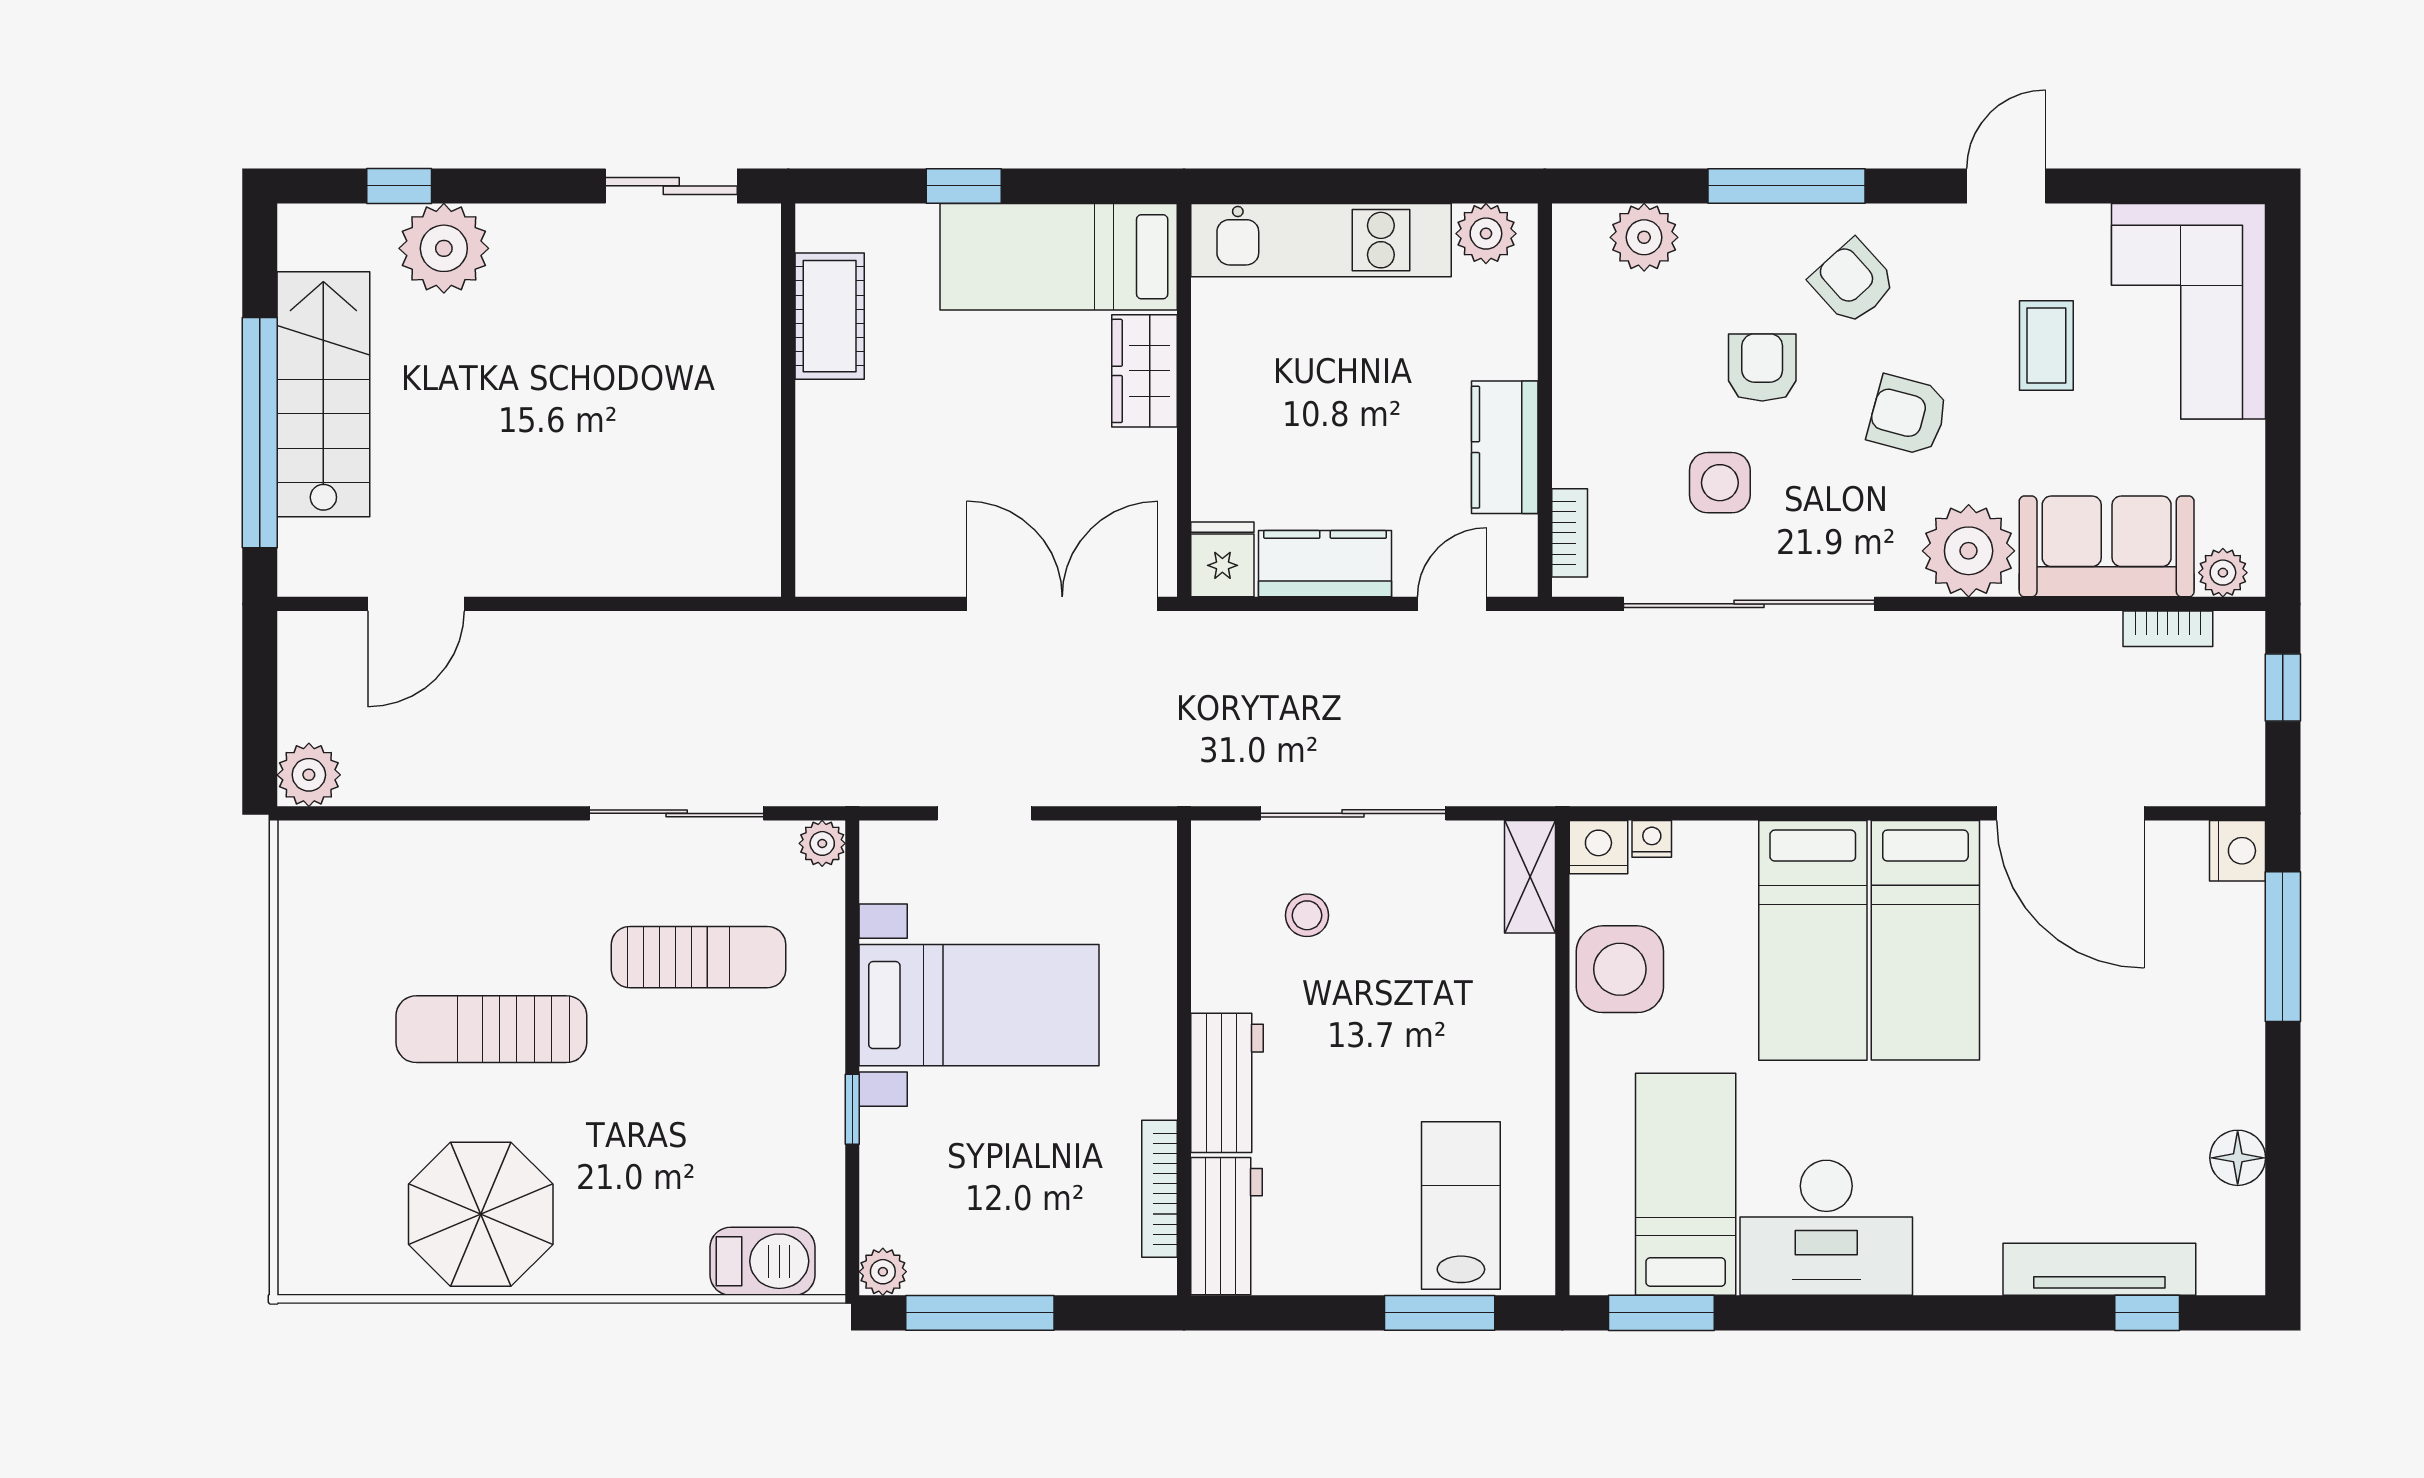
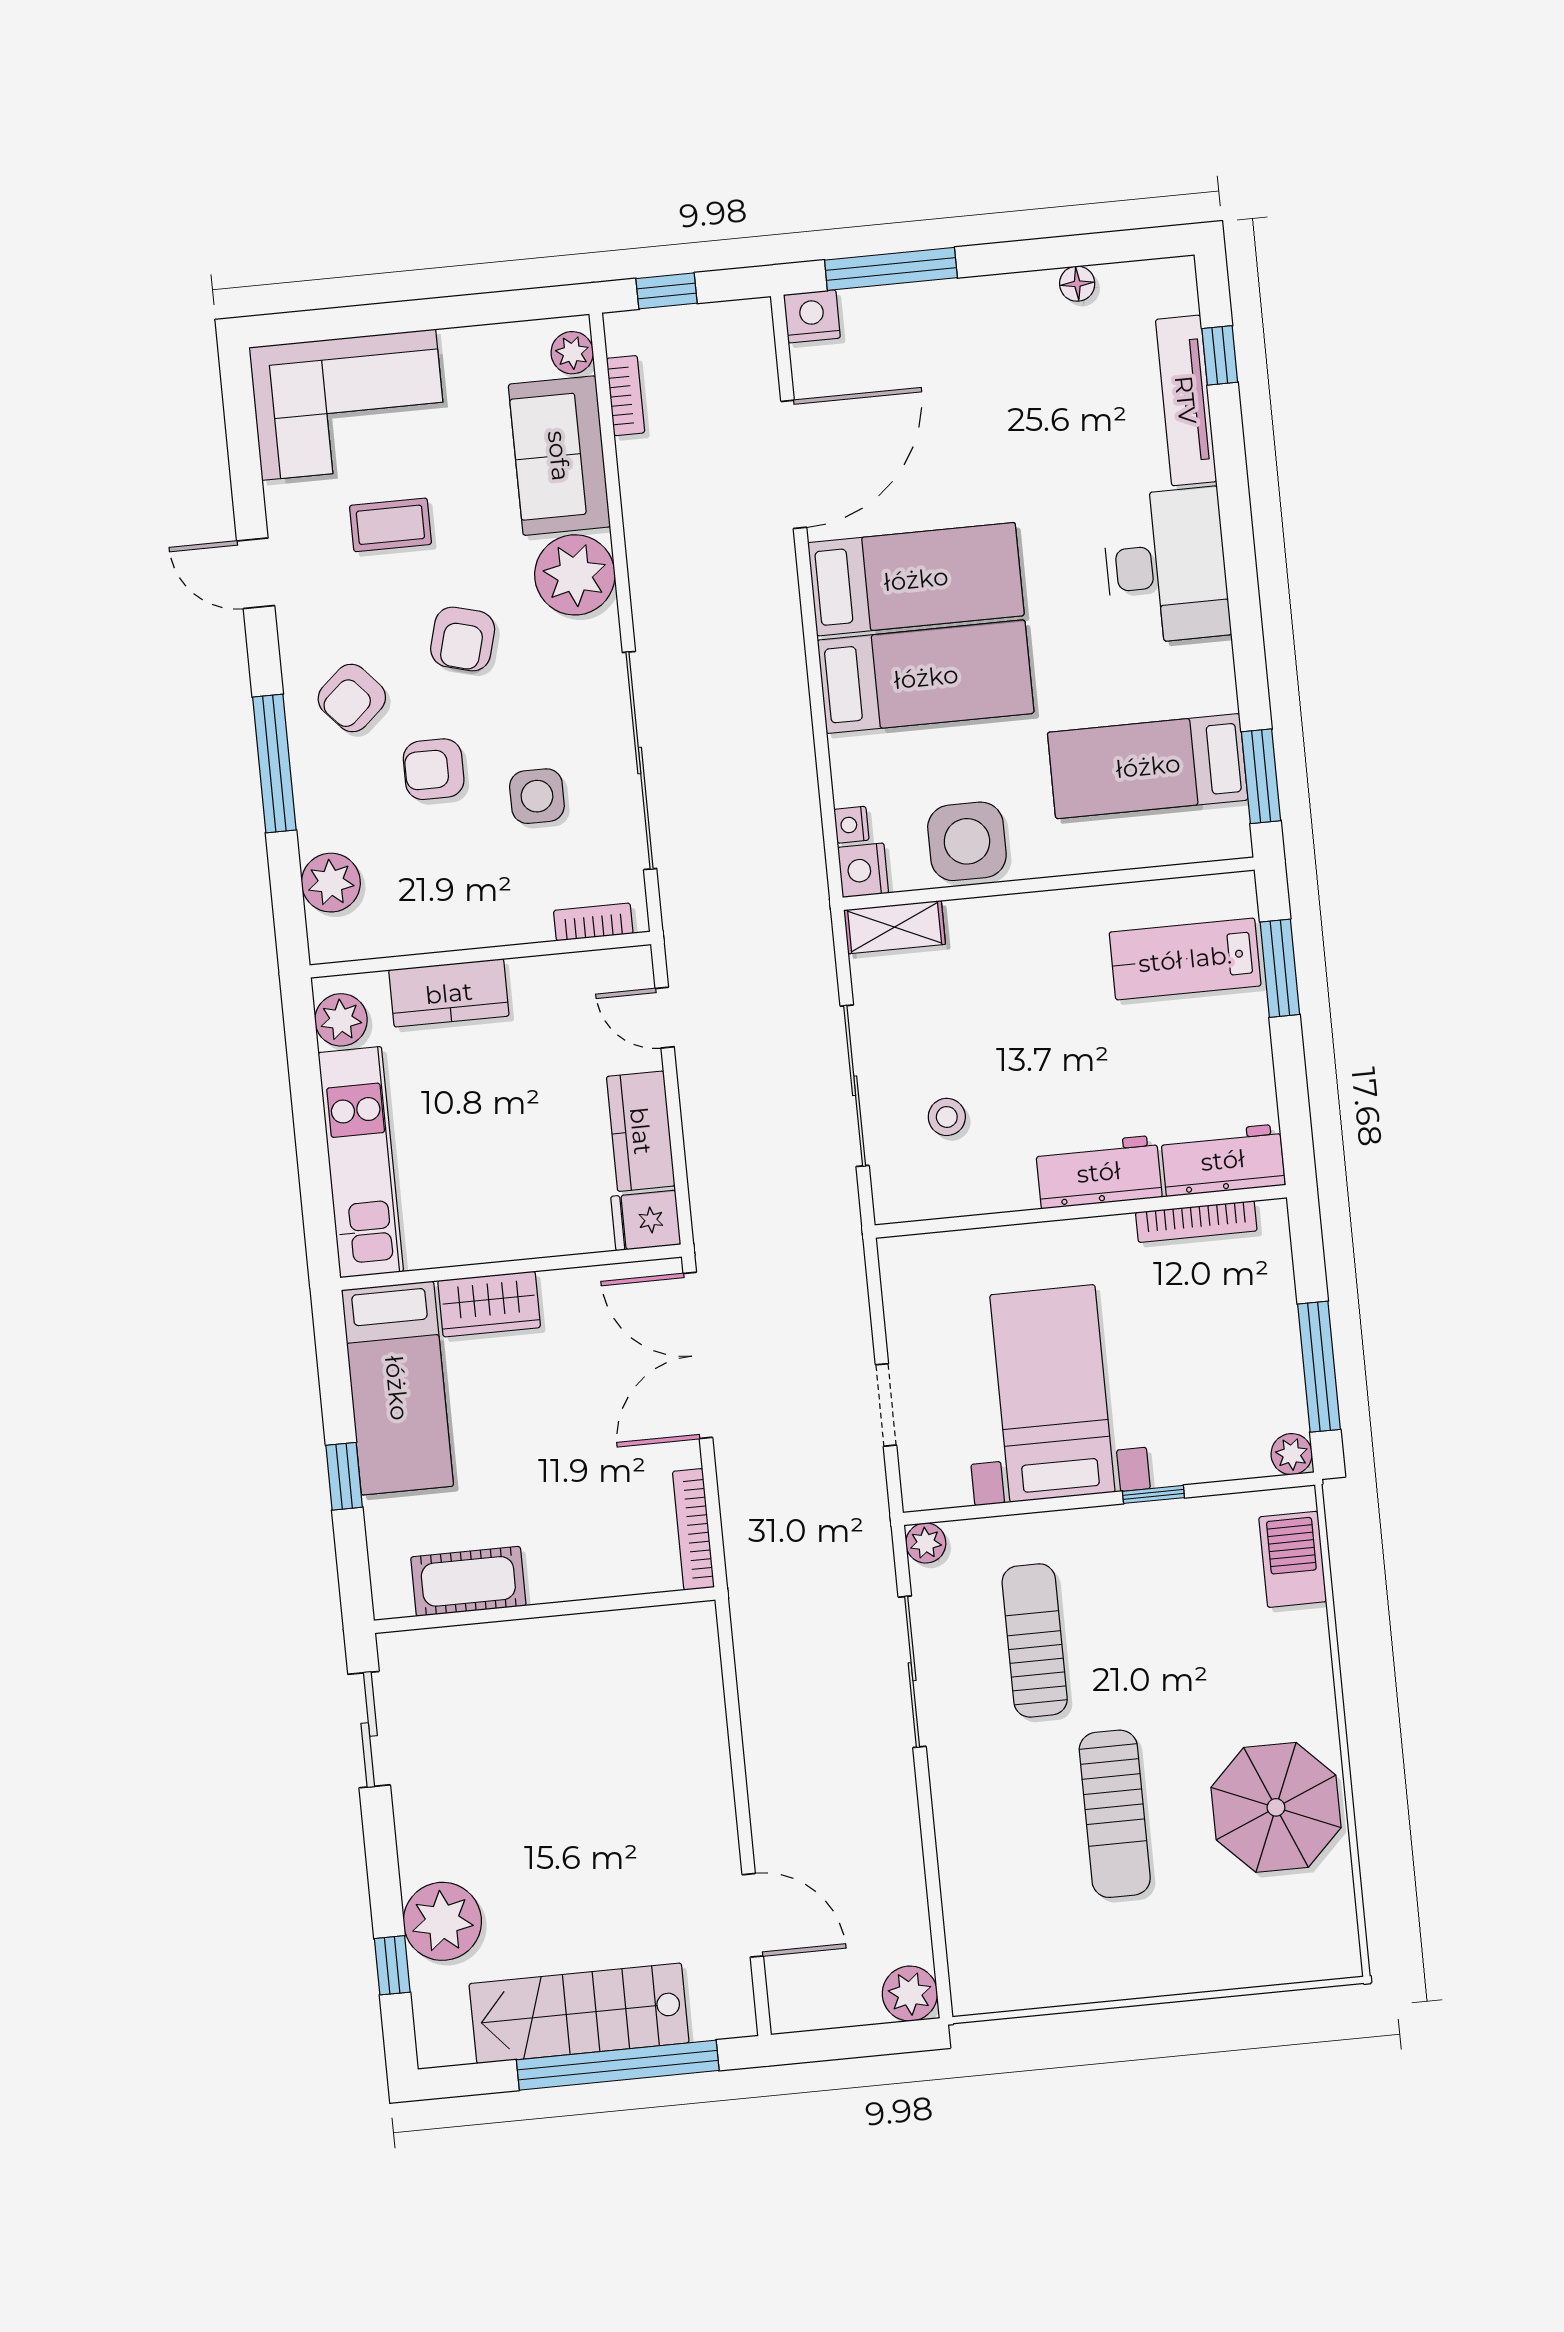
kitchen counter: (1505, 447) -> (449, 993), moved
bookcase: (864, 579) -> (693, 1529), added
floor lamp: (2238, 1158) -> (1077, 284), width x0.73, depth x0.73
desk: (1826, 1228) -> (1166, 566), moved

